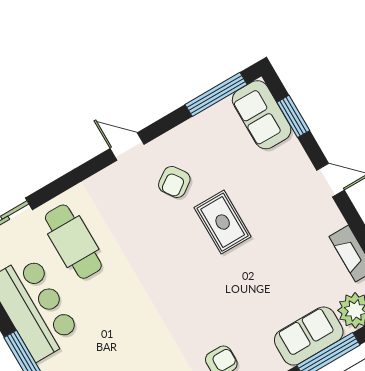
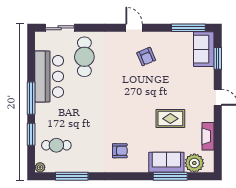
armchair: (174, 182) -> (146, 57), turned -78
rug: (223, 222) -> (170, 119), moved, turned 90

